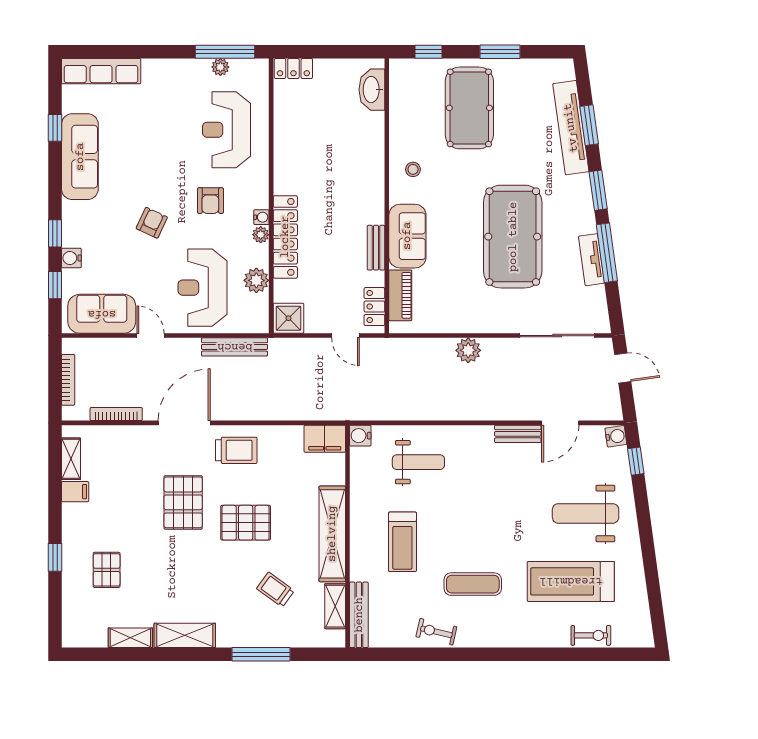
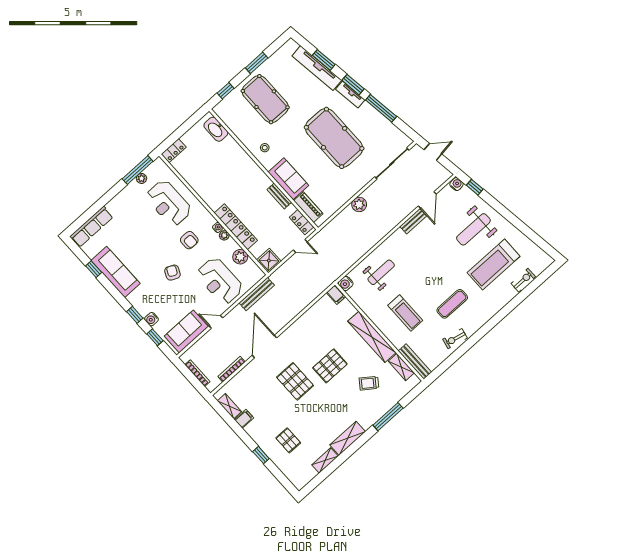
tv unit: (591, 260) -> (350, 95), moved
filing cabinet: (325, 439) -> (336, 295), width x0.50
trolley: (236, 450) -> (298, 338), removed

